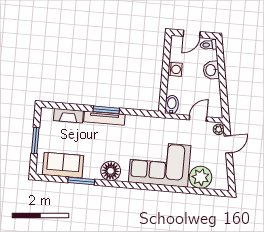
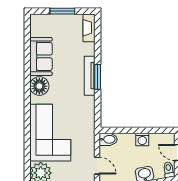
fireplace: (68, 116) -> (89, 28), moved
sofa: (63, 165) -> (41, 56), moved
window: (81, 181) -> (27, 59), removed

